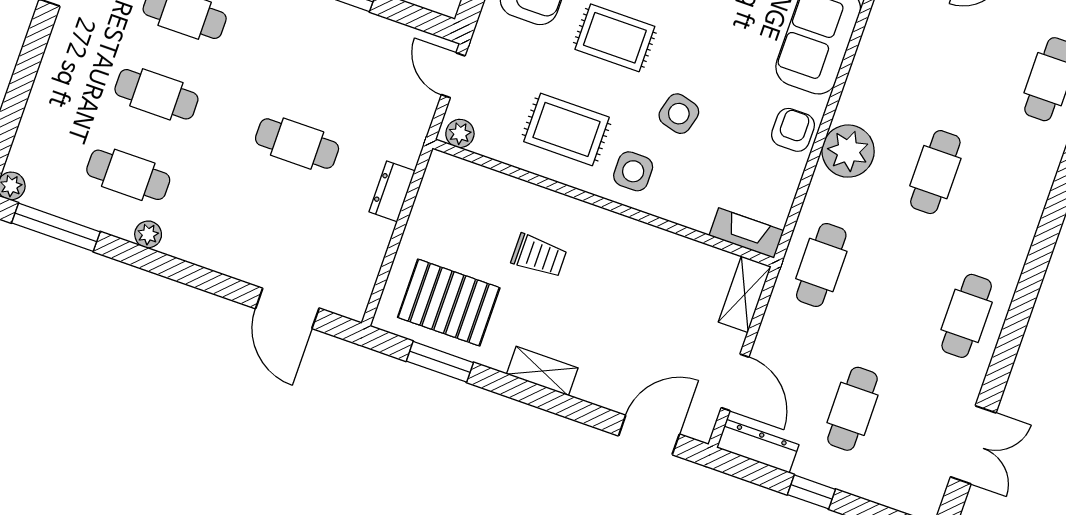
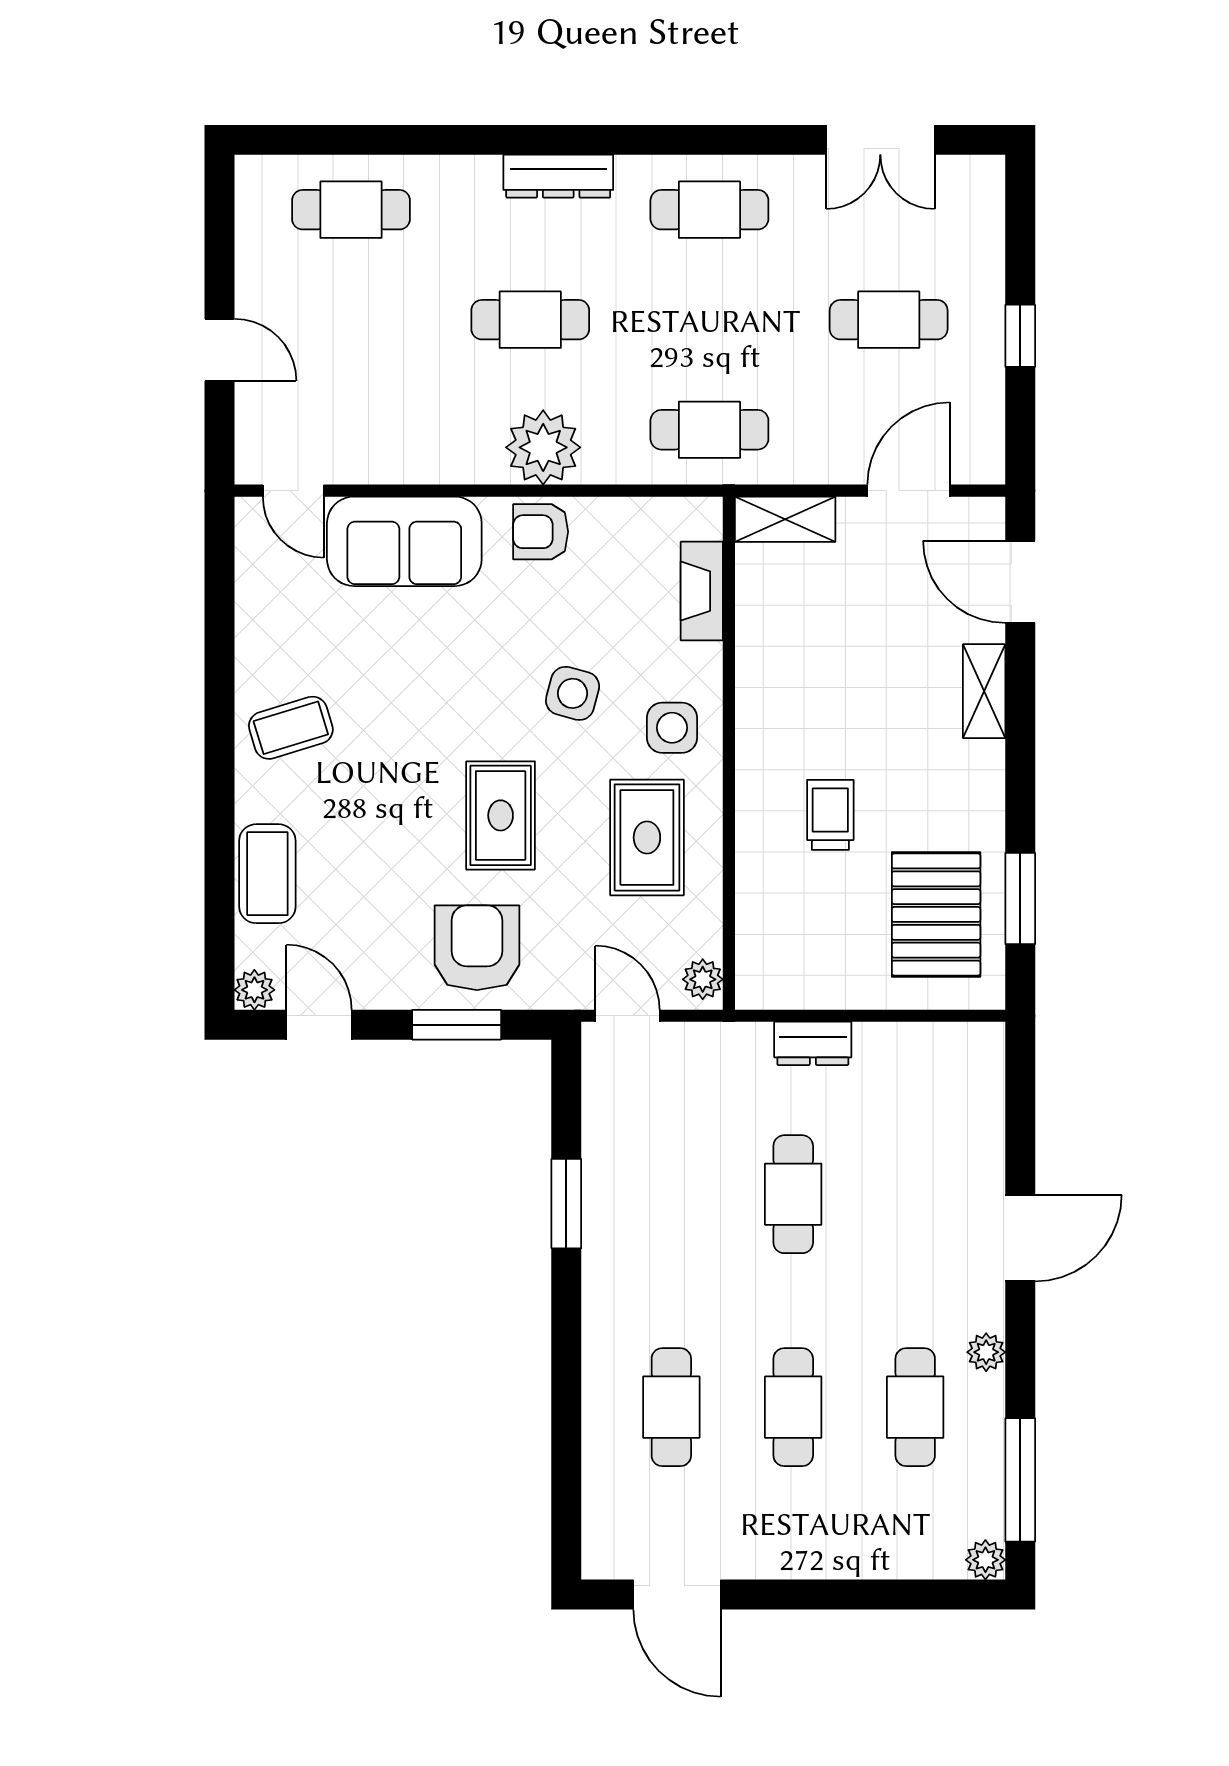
door: (453, 75) -> (627, 1016), swing flipped
fireplace: (746, 233) -> (702, 591), moved
door: (287, 308) -> (1020, 1238), moved
shelving: (542, 371) -> (984, 691), moved
double door: (973, 445) -> (880, 140), swing flipped
dresser: (758, 446) -> (558, 176), moved, turned -90

